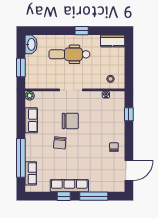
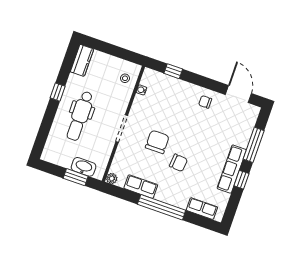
washbasin: (31, 44) -> (84, 167), moved
window: (21, 158) -> (162, 207), moved

